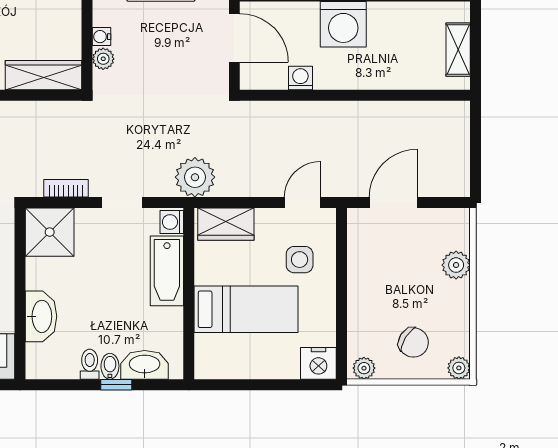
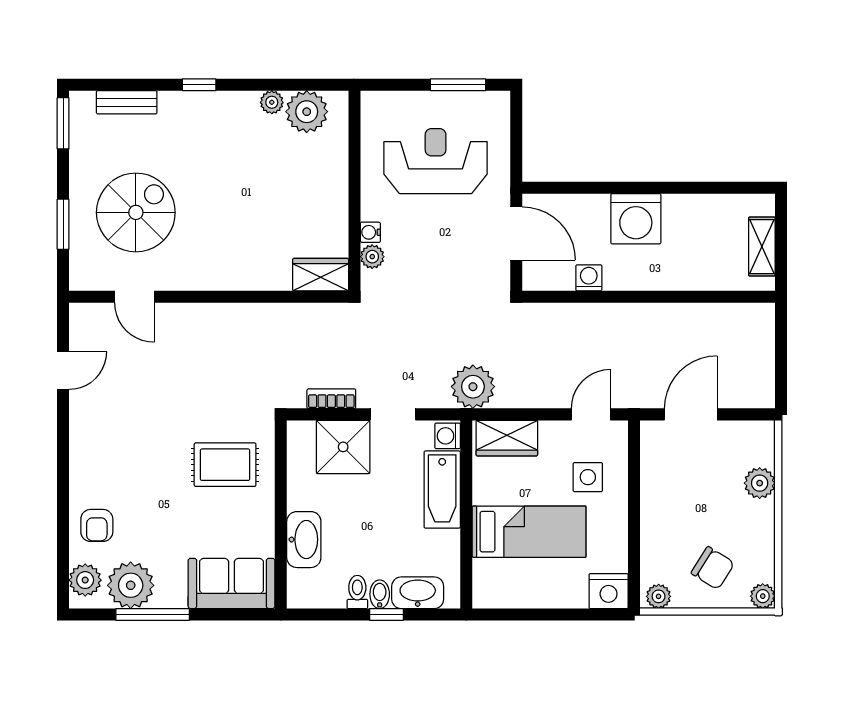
wardrobe: (43, 75) -> (321, 275), width x0.67
shower: (50, 232) -> (343, 447), moved

